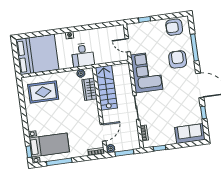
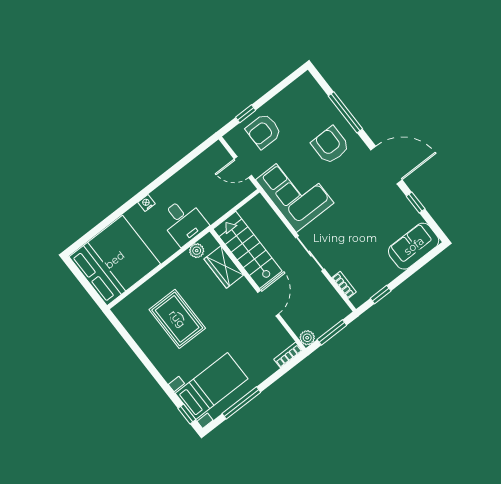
armchair: (174, 27) -> (264, 131), moved
rug: (43, 92) -> (177, 319), moved, turned 90
door: (103, 133) -> (268, 303), moved

